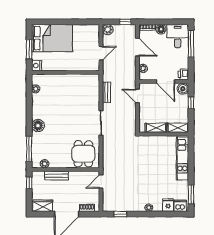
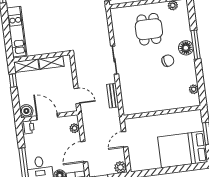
door: (137, 47) -> (84, 152), hinge flipped
nightstand: (37, 66) -> (196, 116), removed
window: (191, 103) -> (13, 80), moved
chair: (55, 116) -> (168, 61), added
window: (29, 149) -> (196, 45), moved
dining table: (83, 154) -> (149, 29), moved

